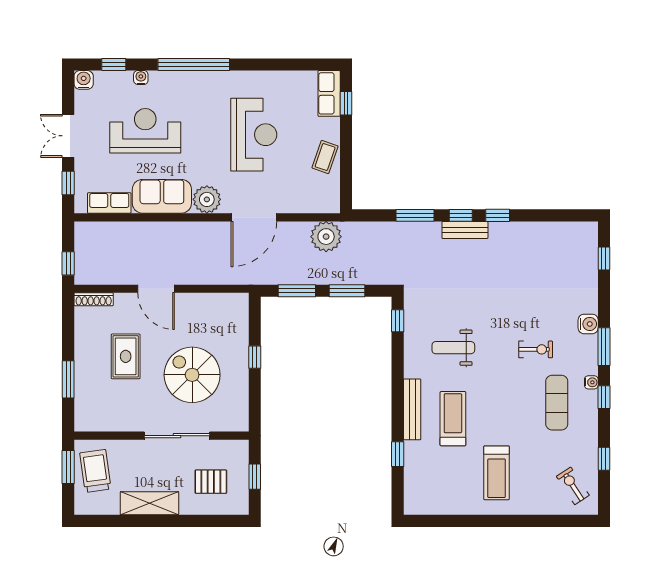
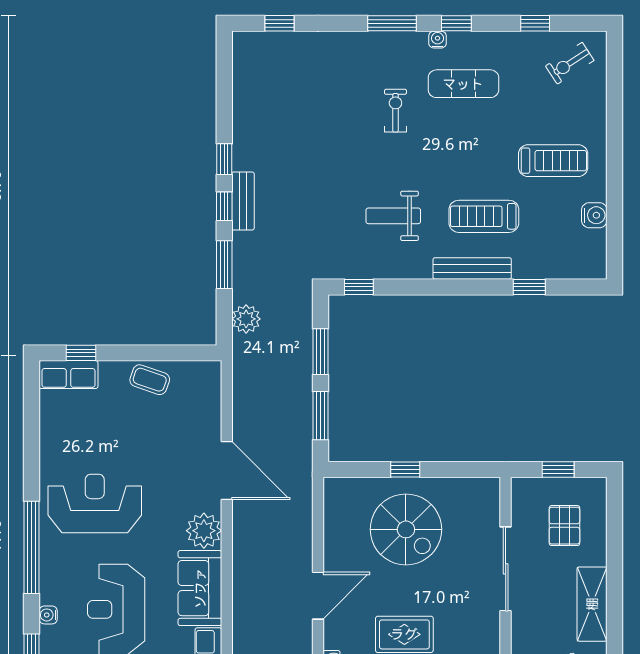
reception desk: (254, 135) -> (95, 503), moved
plant: (326, 237) -> (246, 319), moved, width x0.73, depth x0.73
water cooler: (588, 324) -> (594, 215), moved, turned 90
weight bench: (453, 348) -> (393, 216), turned 90
spiral stairs: (192, 375) -> (406, 529), moved, turned -90

